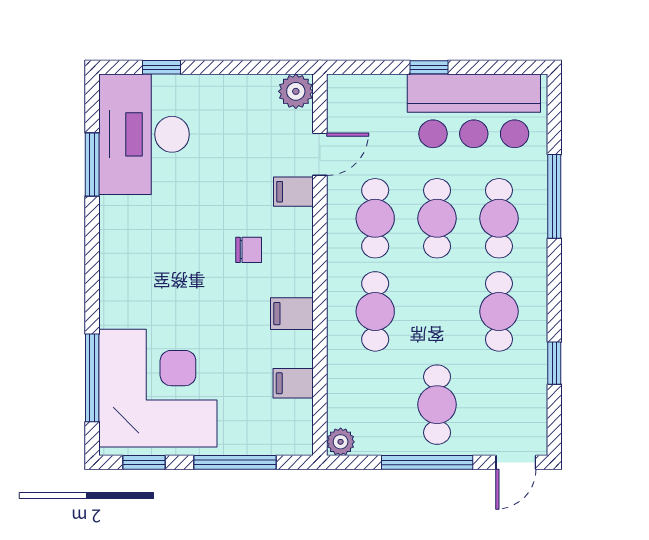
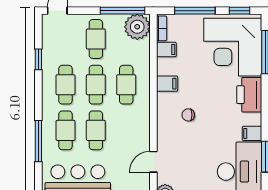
filing cabinet: (293, 192) -> (252, 133), moved, turned 180
cafe table: (375, 218) -> (96, 85), moved
printer: (124, 291) -> (249, 95), added
bookcase: (303, 426) -> (162, 28), added
plant: (341, 442) -> (137, 27), width x1.88, depth x1.88
window: (427, 462) -> (123, 11), moved

